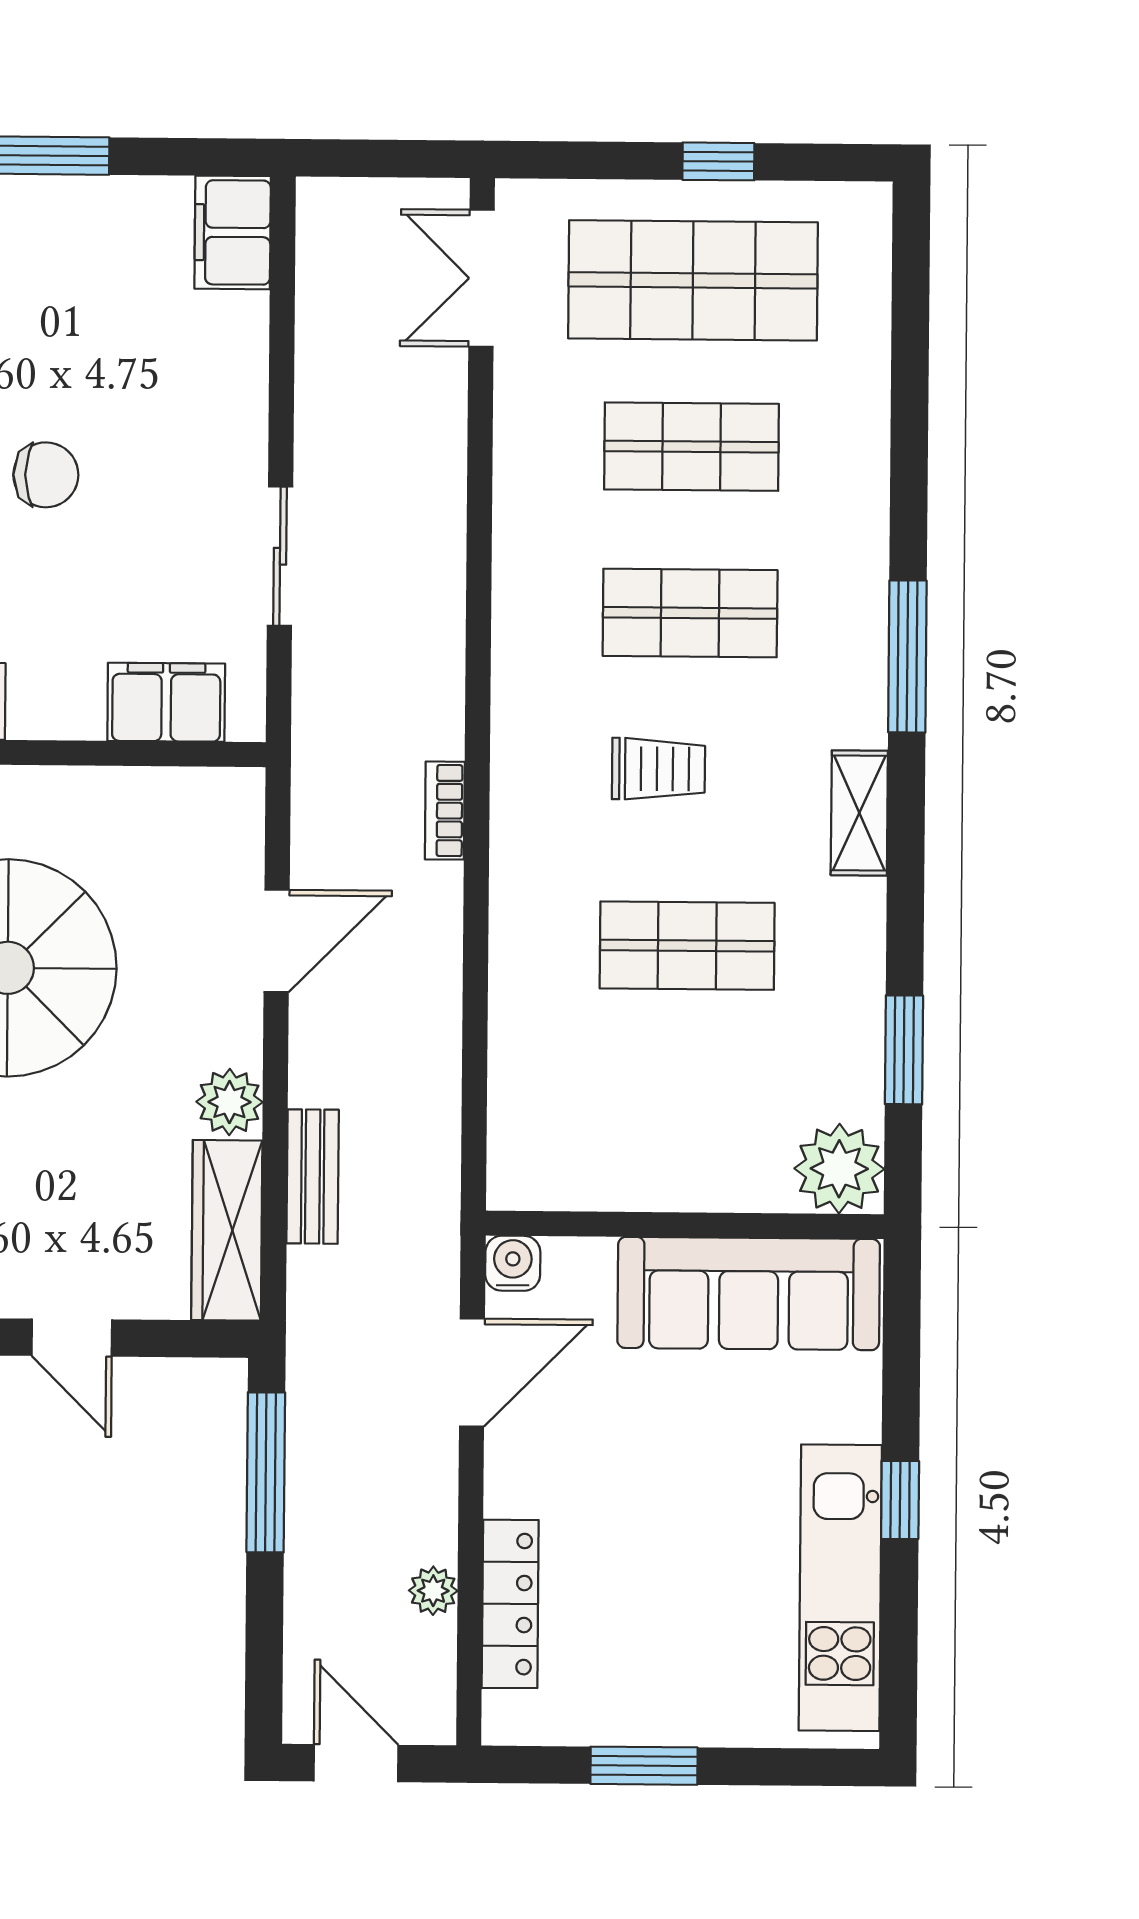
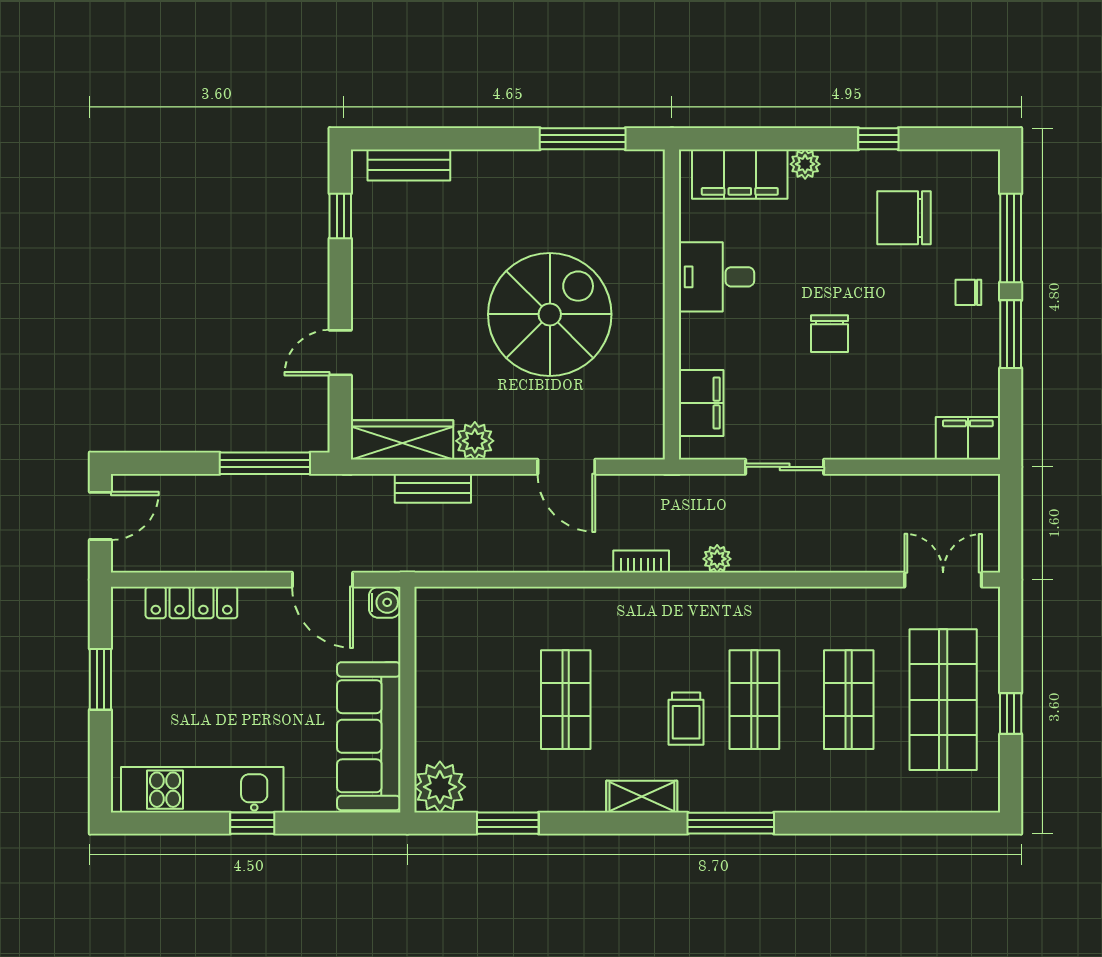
trolley: (658, 769) -> (686, 719), moved
plant: (433, 1591) -> (717, 559), moved

